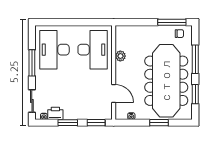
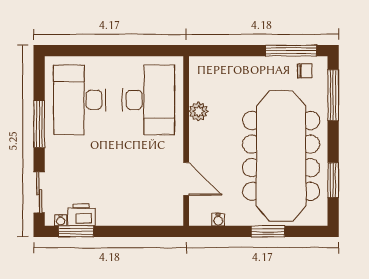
window: (195, 59) -> (333, 95), moved
window: (68, 123) -> (76, 231), moved
window: (96, 123) -> (155, 231), removed

